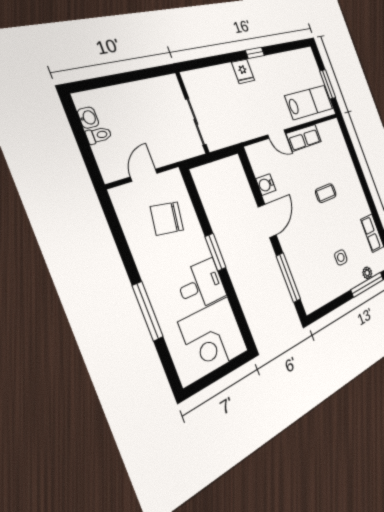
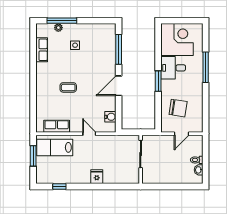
window: (255, 53) -> (59, 186), moved
row of seats: (304, 138) -> (57, 126), moved
water cooler: (266, 185) -> (110, 117), moved

